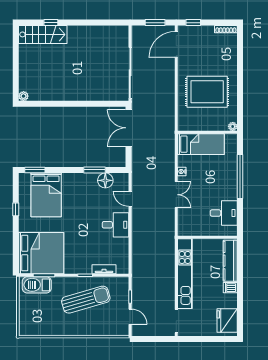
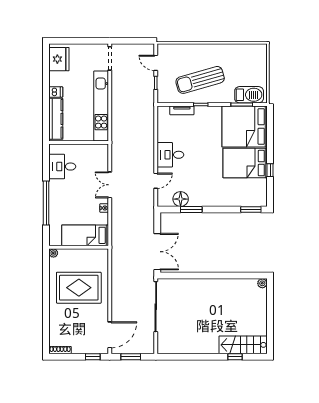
bed: (46, 195) -> (245, 163), moved, turned -90
door: (130, 199) -> (156, 181), hinge flipped

